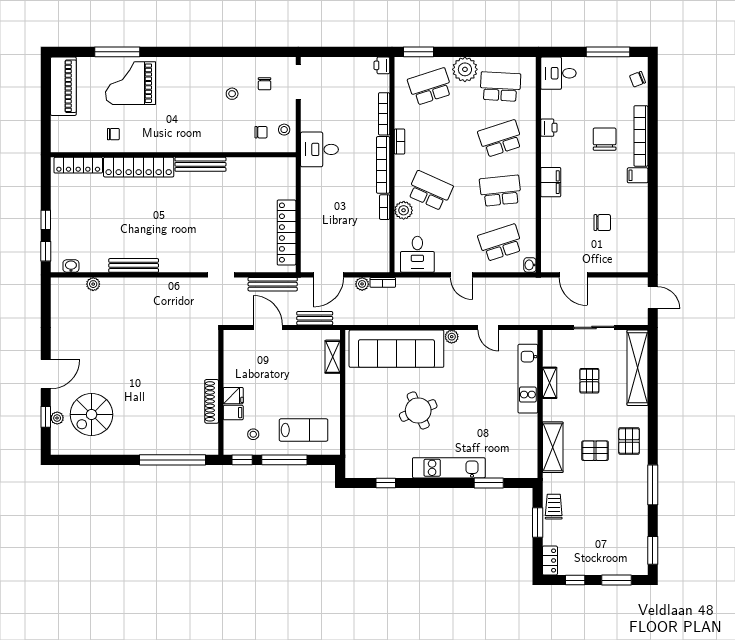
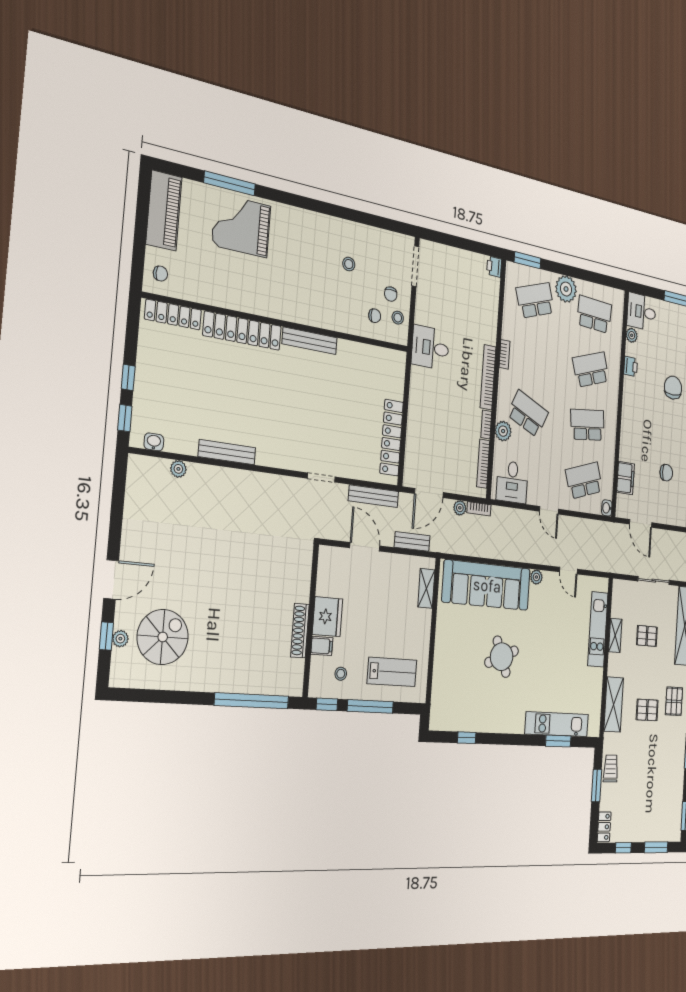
chair: (265, 84) -> (391, 294), moved
plant: (548, 98) -> (632, 335), added
bookcase: (384, 114) -> (483, 464), moved
chair: (113, 134) -> (160, 274), moved
filing cabinet: (551, 182) -> (626, 478), moved
pallet: (589, 381) -> (647, 636), turned 90
fridge: (233, 396) -> (328, 617), width x1.88, depth x1.34
spiral stairs: (92, 415) -> (163, 637), turned 180
kitchen unit: (449, 468) -> (557, 724), moved

